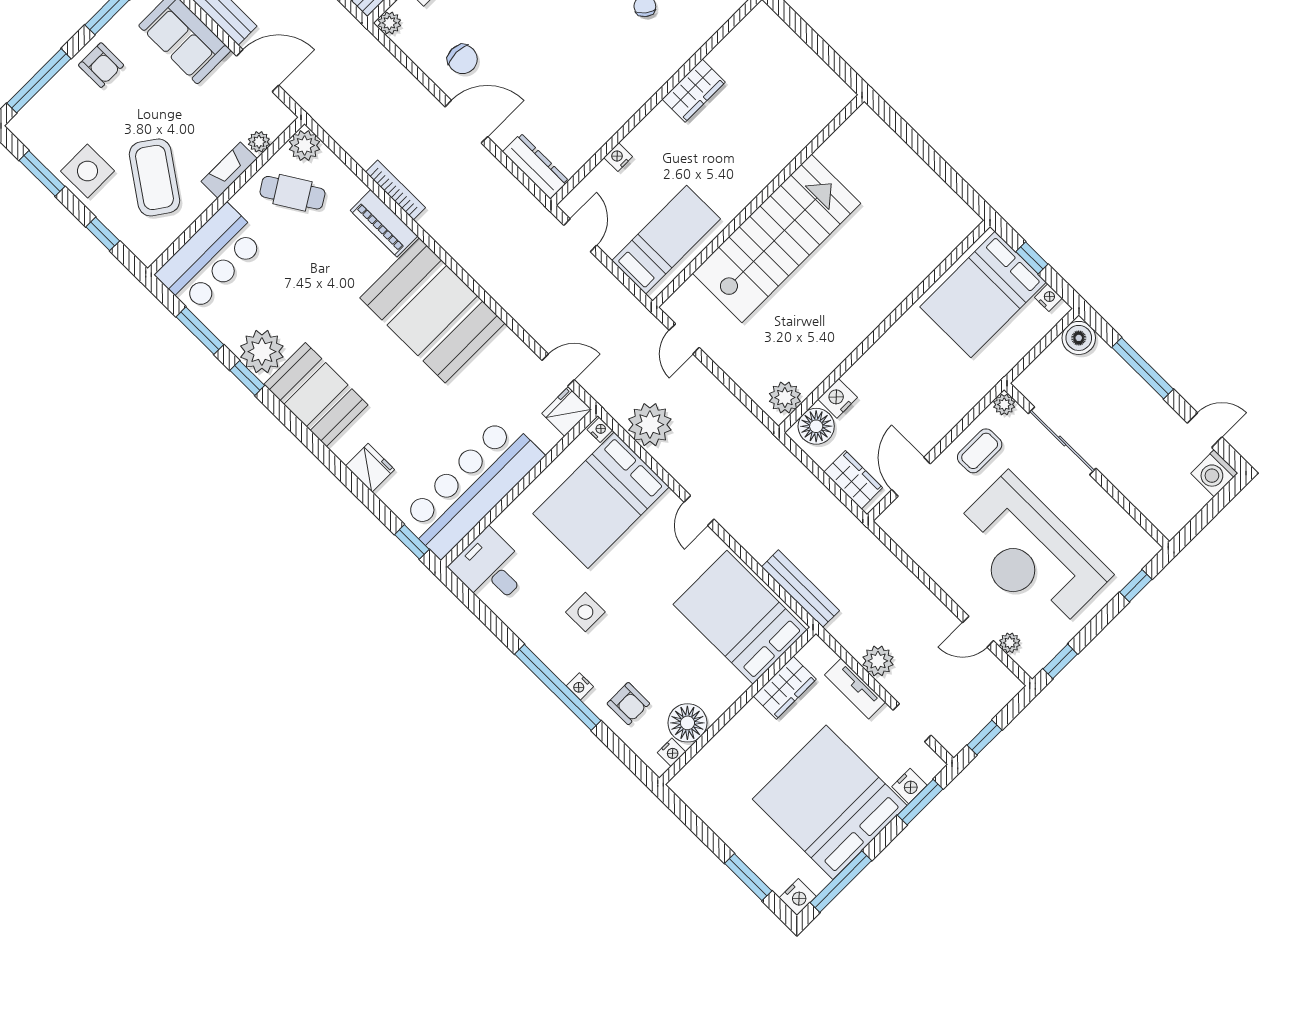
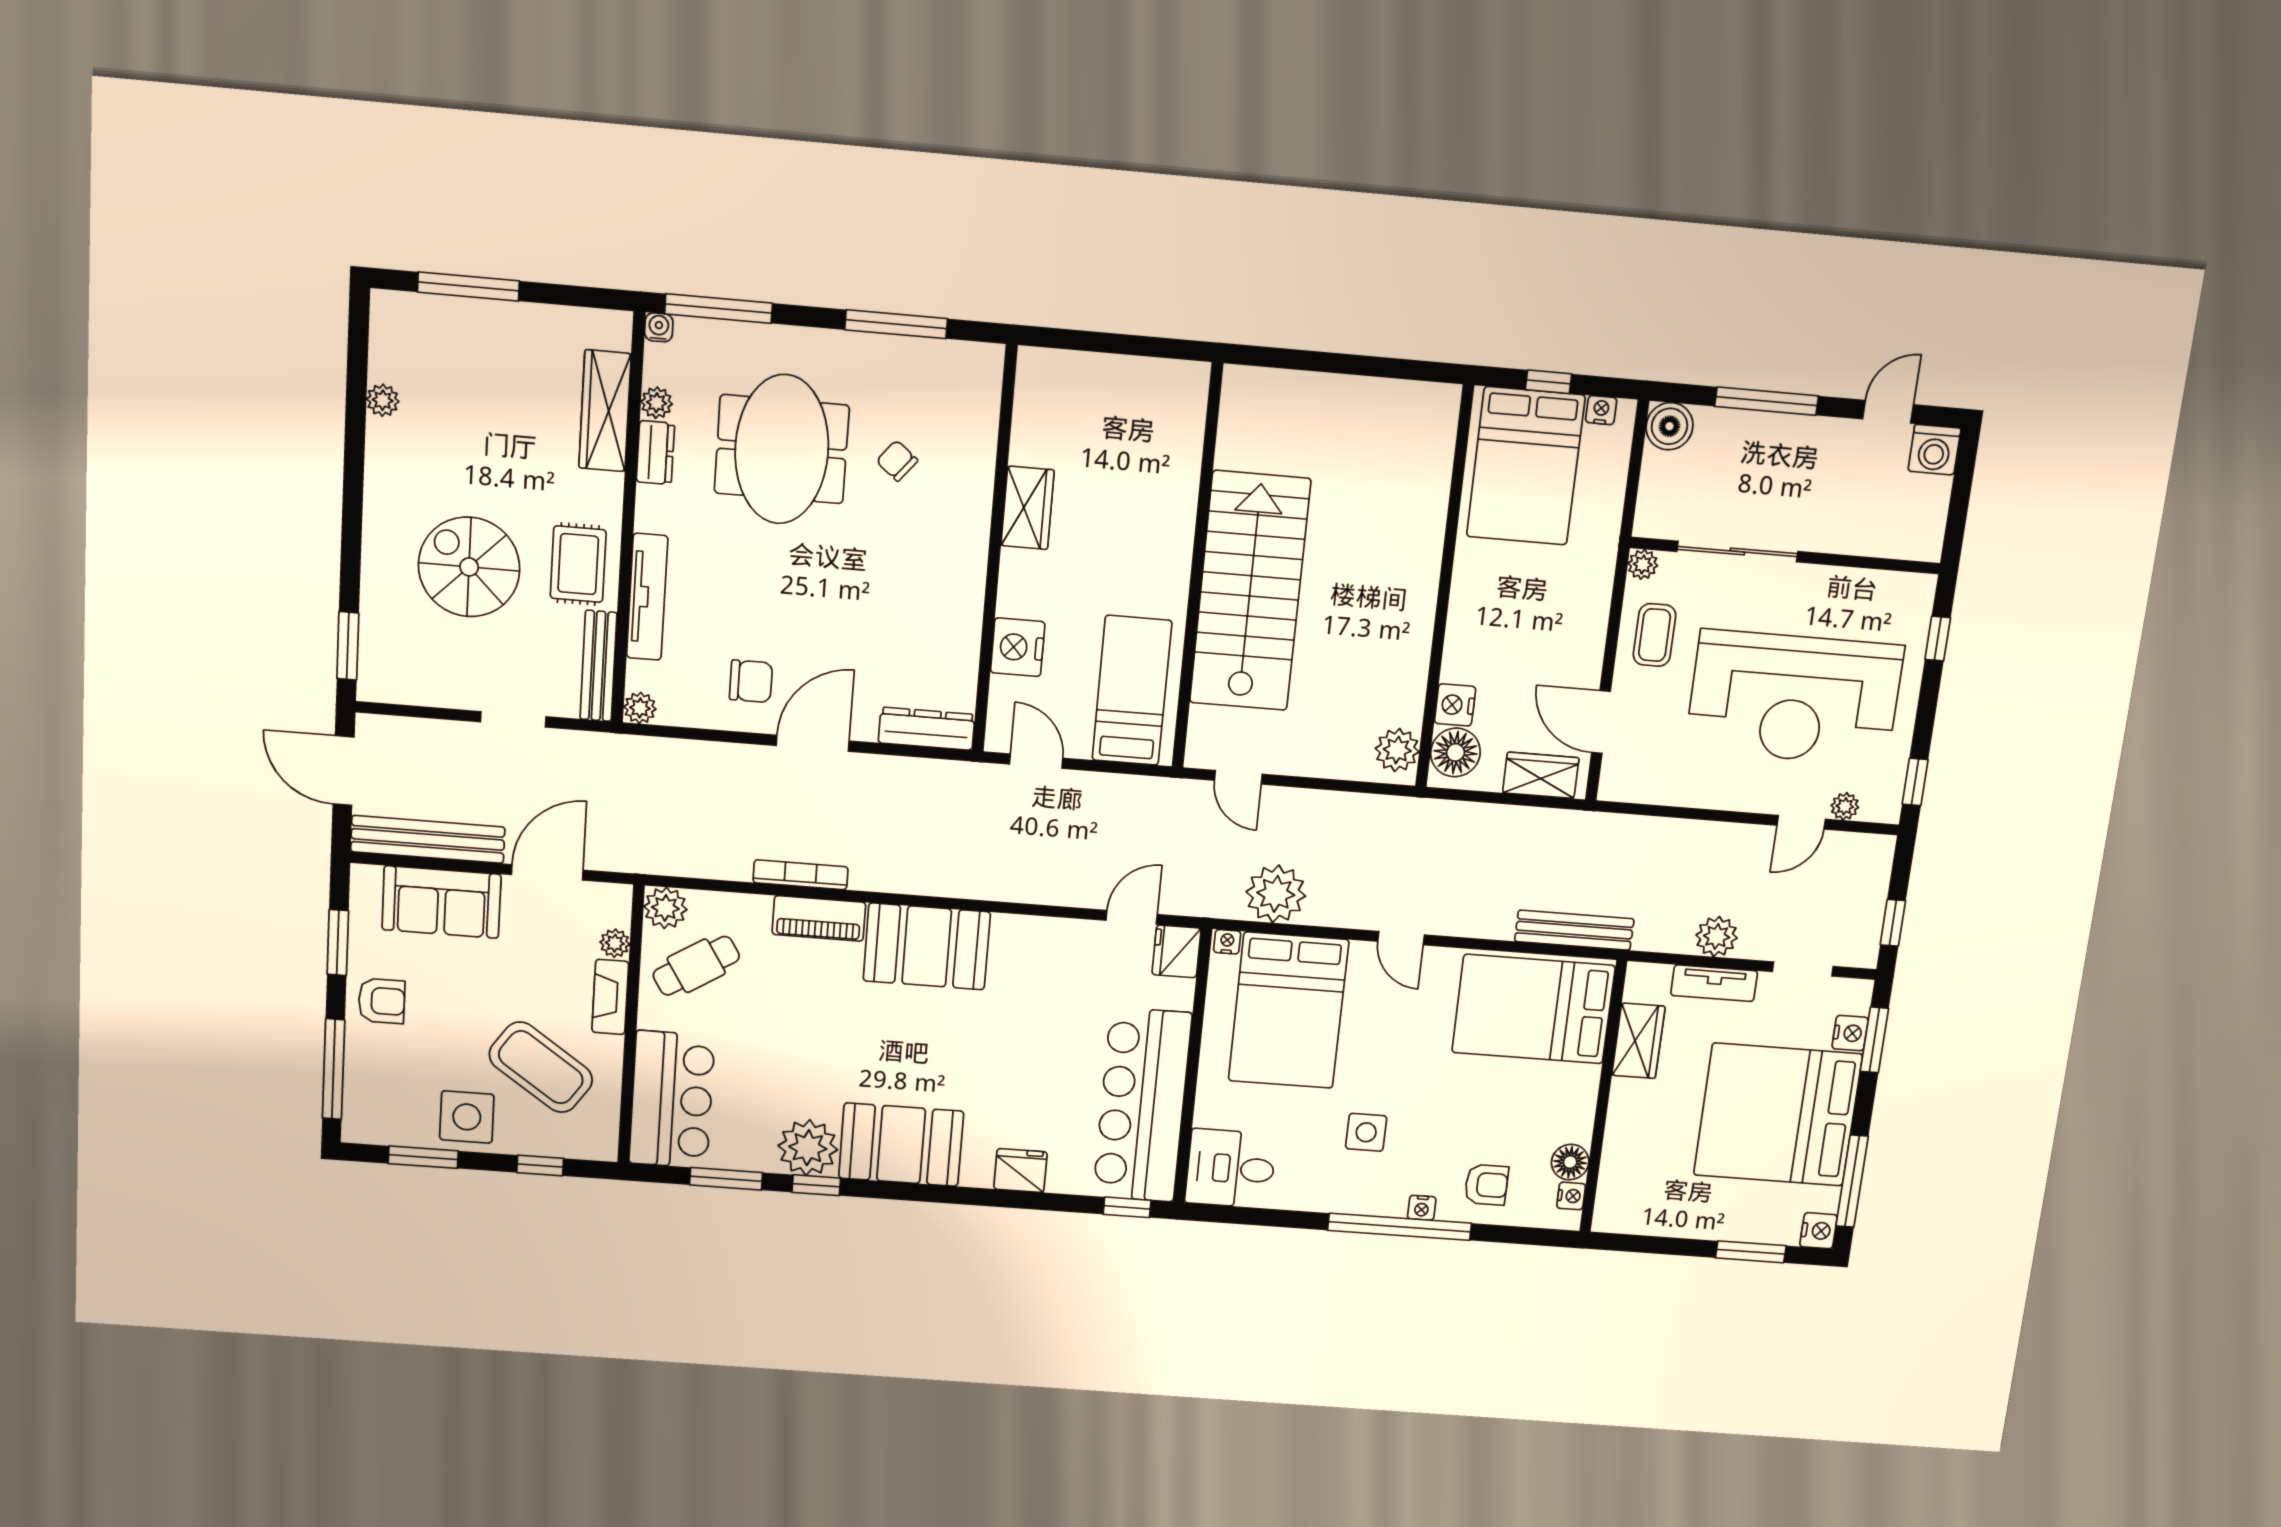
nightstand: (618, 157) -> (1018, 647), width x1.89, depth x1.79
booth: (432, 310) -> (927, 946), width x0.73, depth x0.70
floor lamp: (687, 723) -> (1570, 1162), width x0.73, depth x0.73

